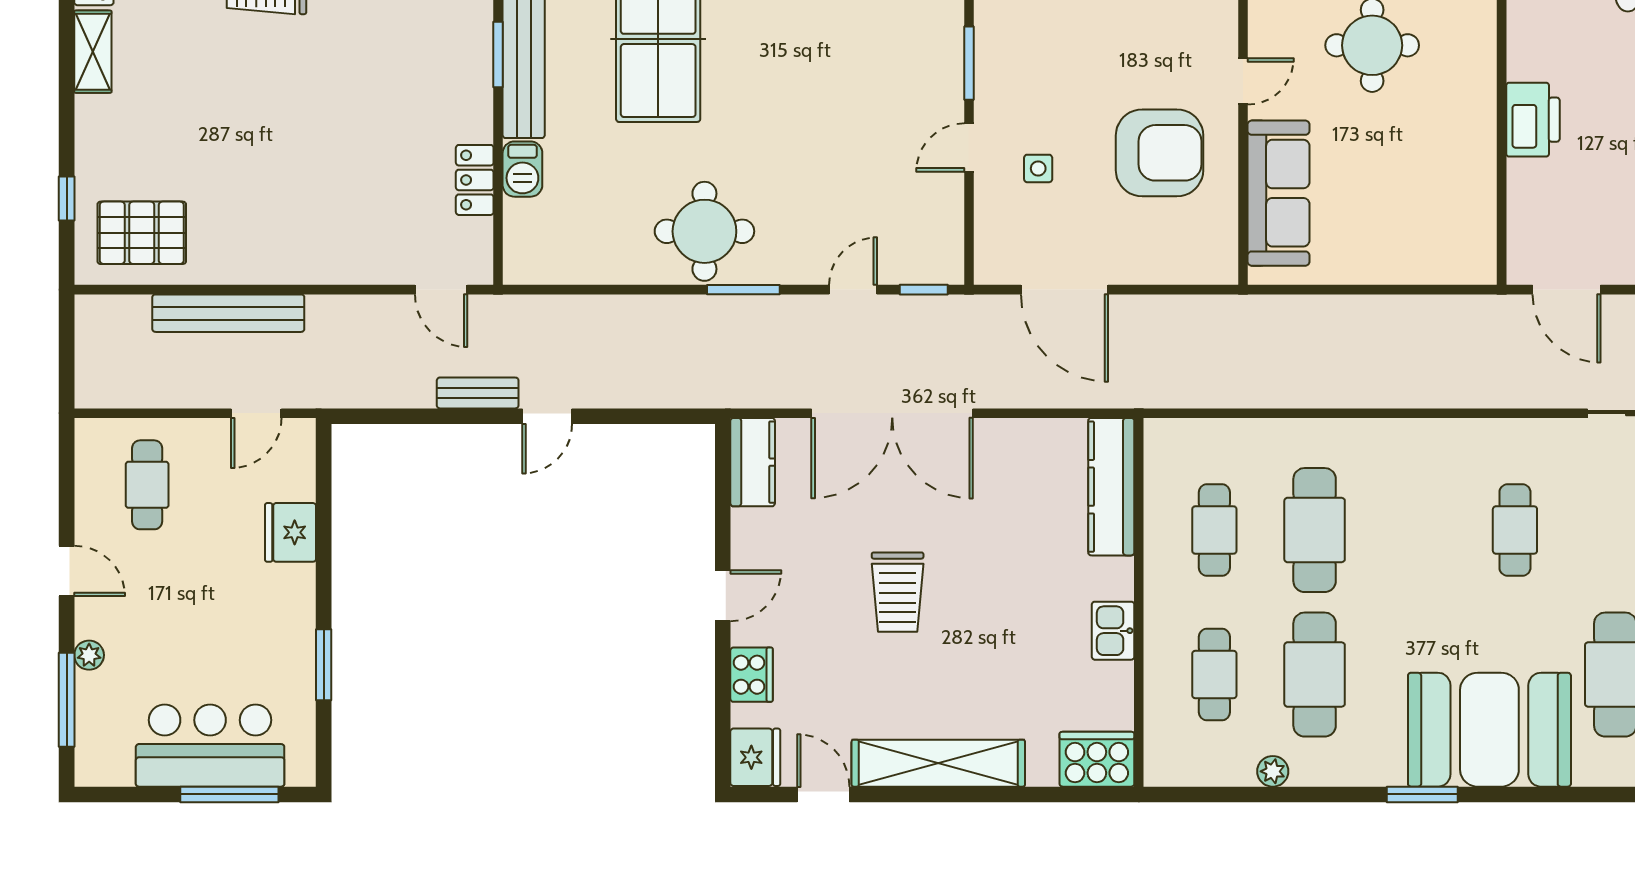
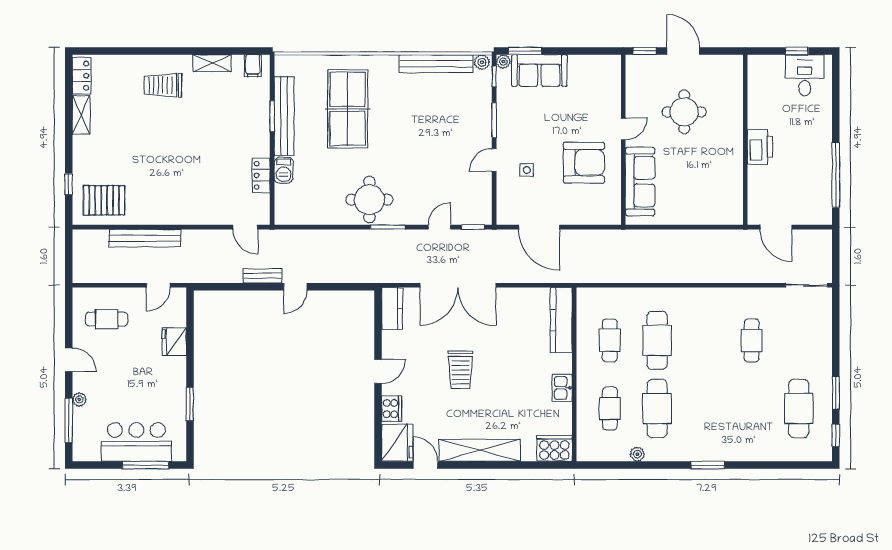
cafe table: (147, 485) -> (107, 319), turned 90
booth: (1489, 730) -> (739, 435), removed
fridge: (755, 757) -> (397, 443), width x1.36, depth x1.34

